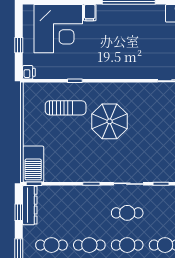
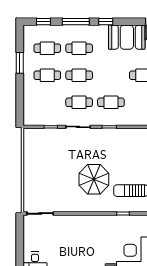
cafe table: (89, 245) -> (111, 102), moved

